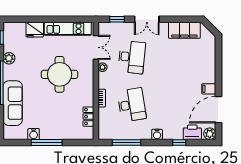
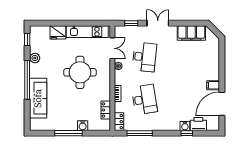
double door: (147, 19) -> (158, 23), swing flipped
locker: (103, 130) -> (119, 122), added
water cooler: (34, 134) -> (83, 126), moved
water cooler: (157, 134) -> (185, 126), moved
plant: (210, 134) -> (214, 125), removed

